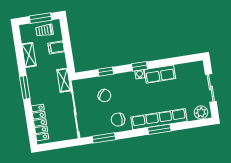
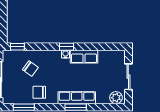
window: (106, 72) -> (17, 47), moved
row of seats: (159, 119) -> (77, 98), width x0.73

